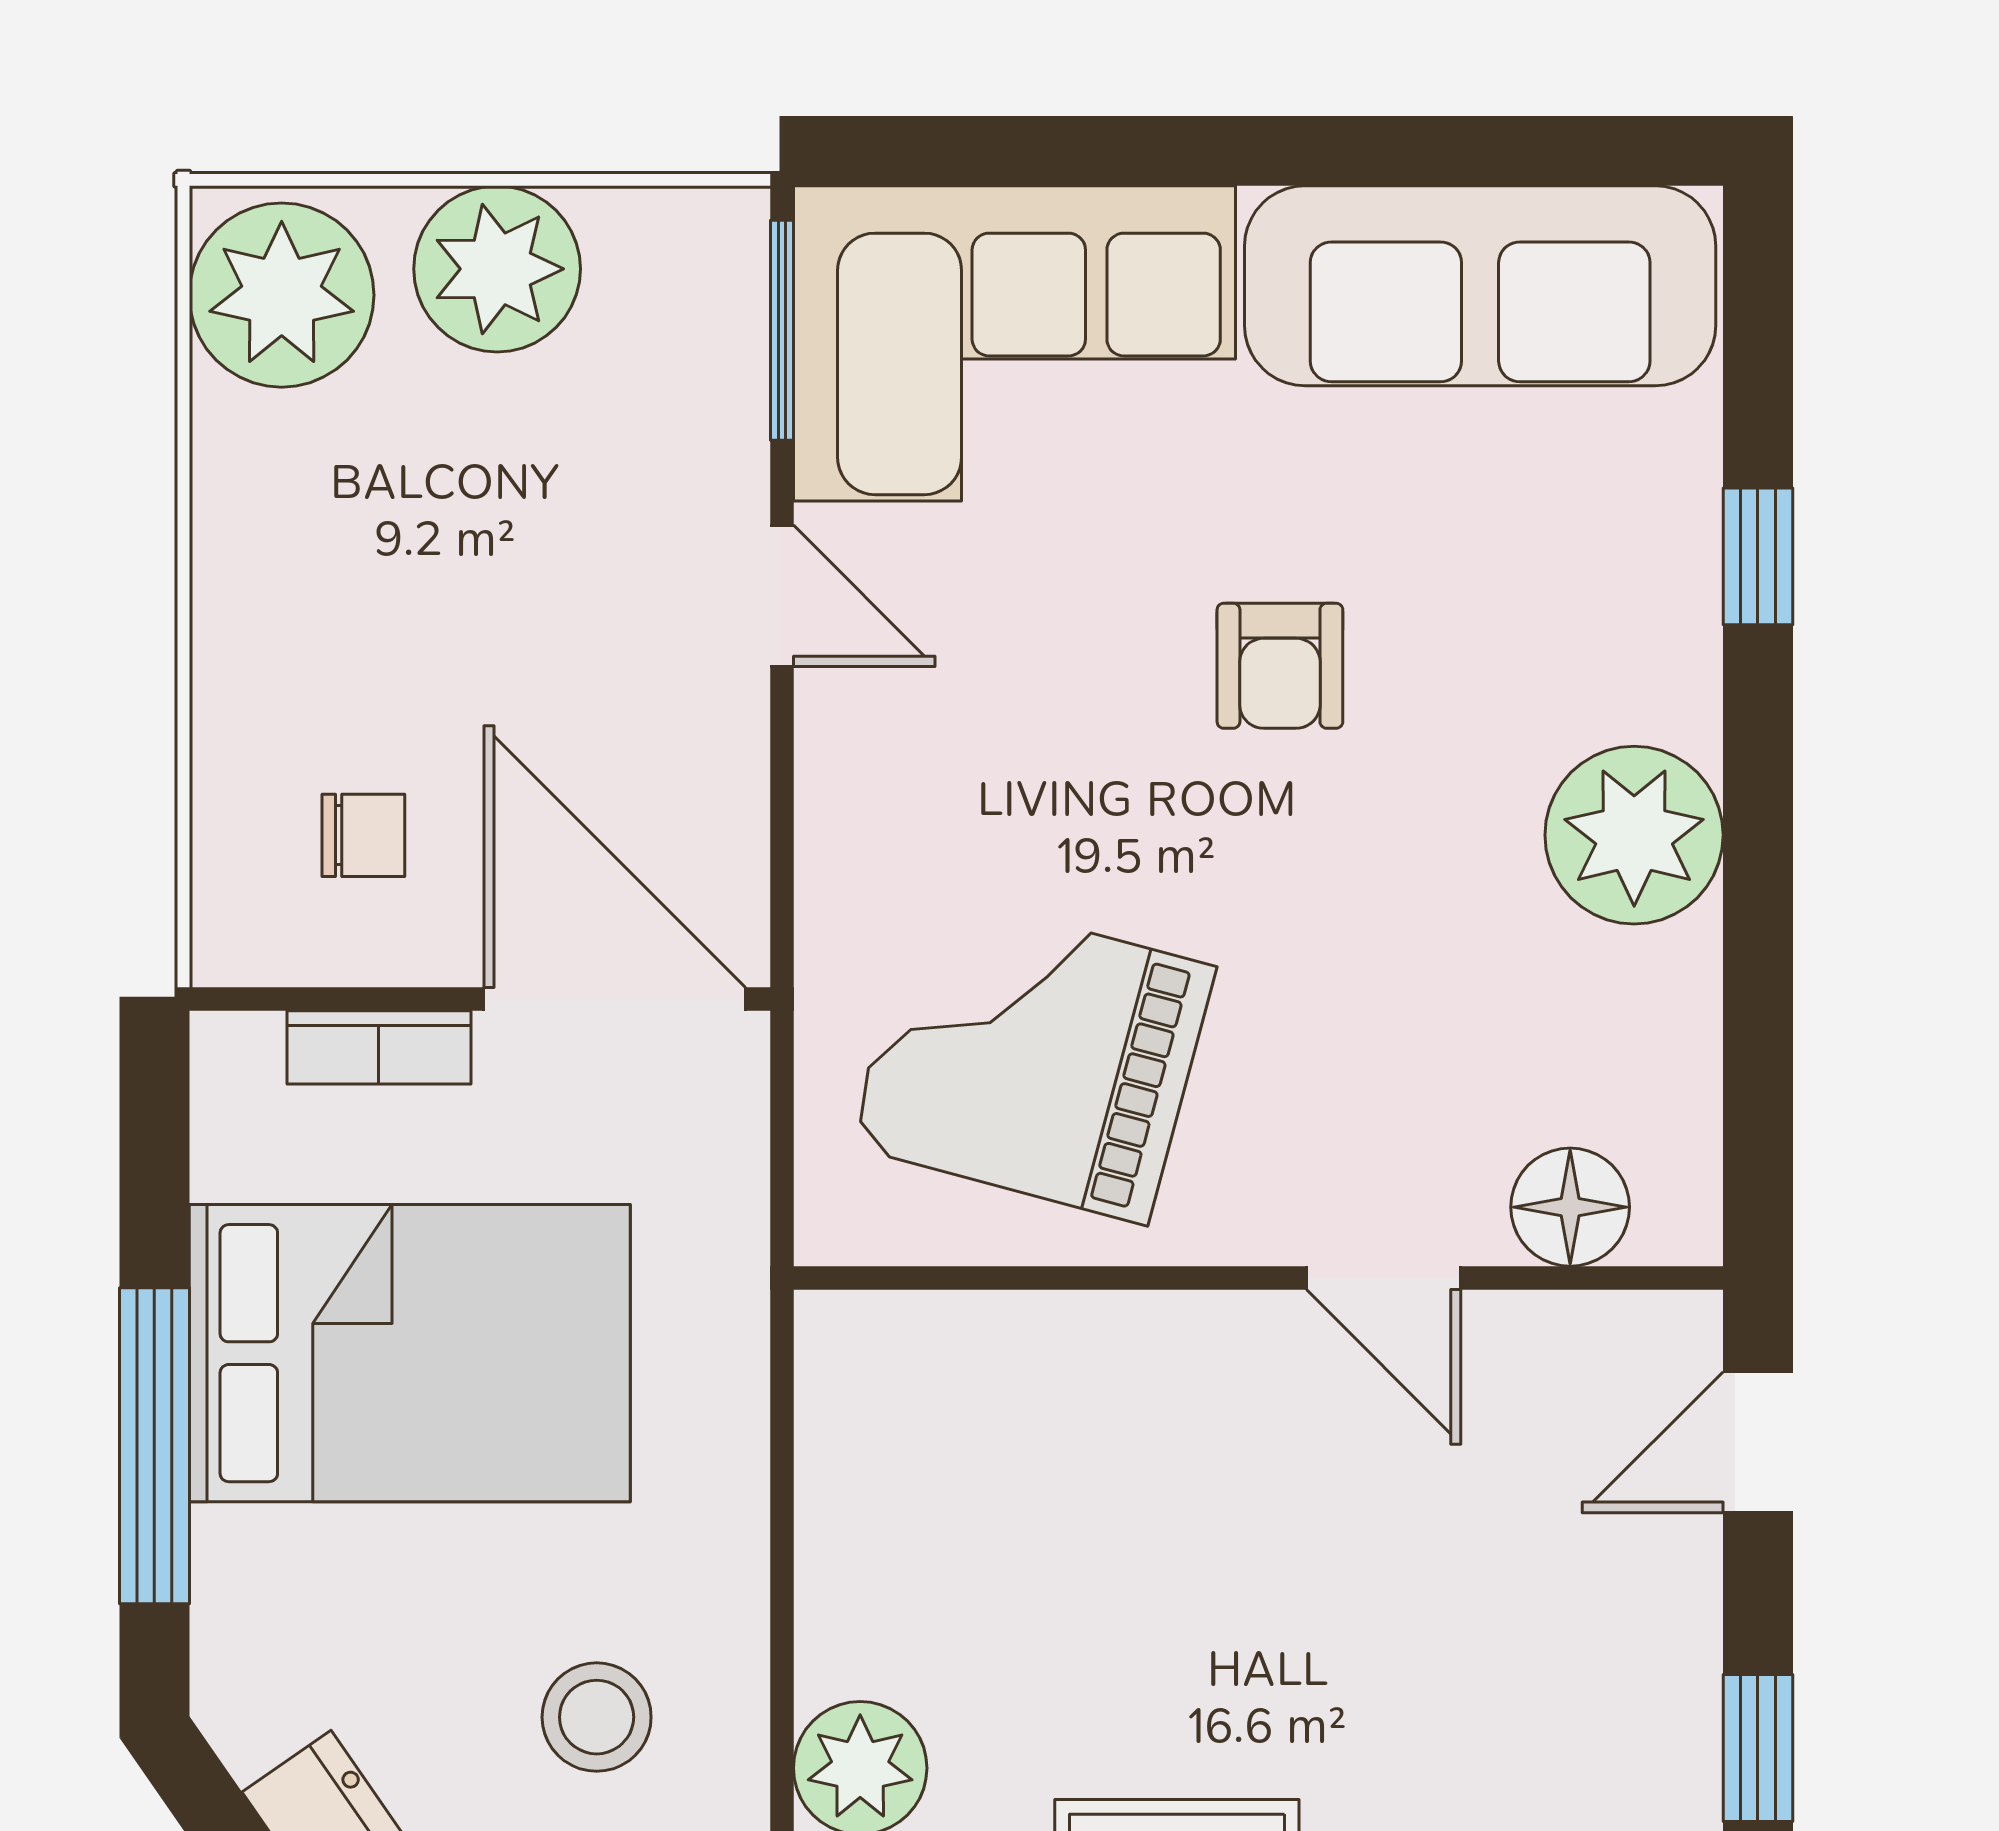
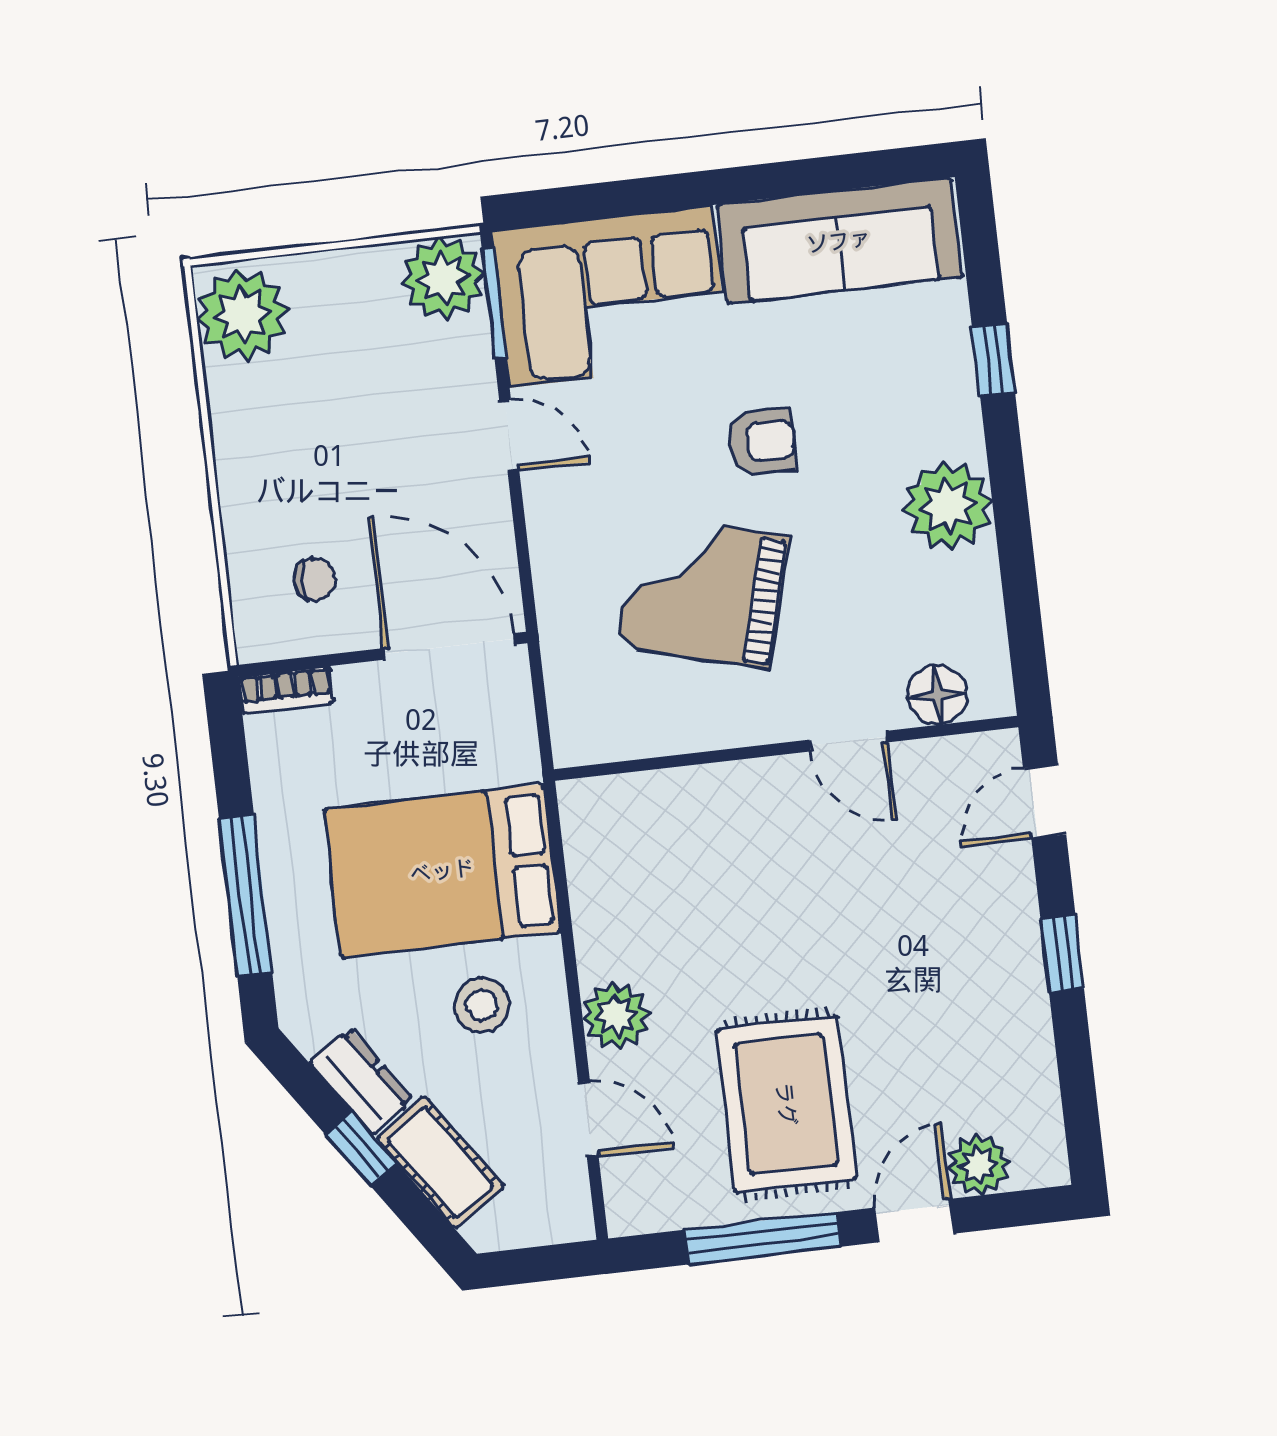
plant: (497, 269) -> (443, 278), moved
armchair: (1280, 666) -> (762, 442), turned -90
bookcase: (379, 1047) -> (286, 690), moved
grand piano: (1032, 1056) -> (703, 592), moved
bed: (410, 1353) -> (442, 871), moved, turned 180

